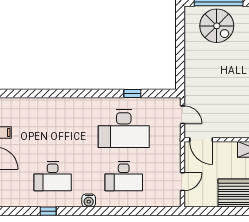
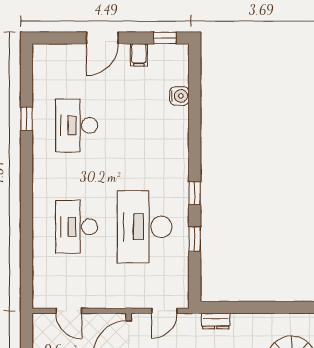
dresser: (190, 79) -> (216, 321), added
window: (100, 94) -> (195, 193), added
water cooler: (89, 201) -> (179, 96), moved, turned 180

